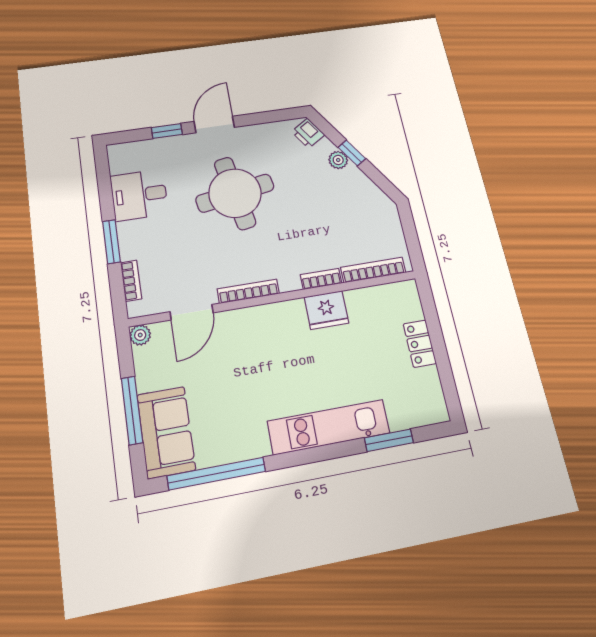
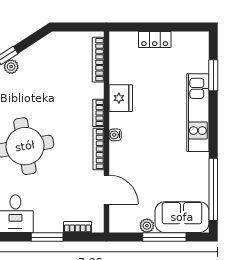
bookcase: (321, 279) -> (98, 113), moved
water cooler: (273, 311) -> (115, 135), added
plant: (140, 335) -> (147, 226), moved

